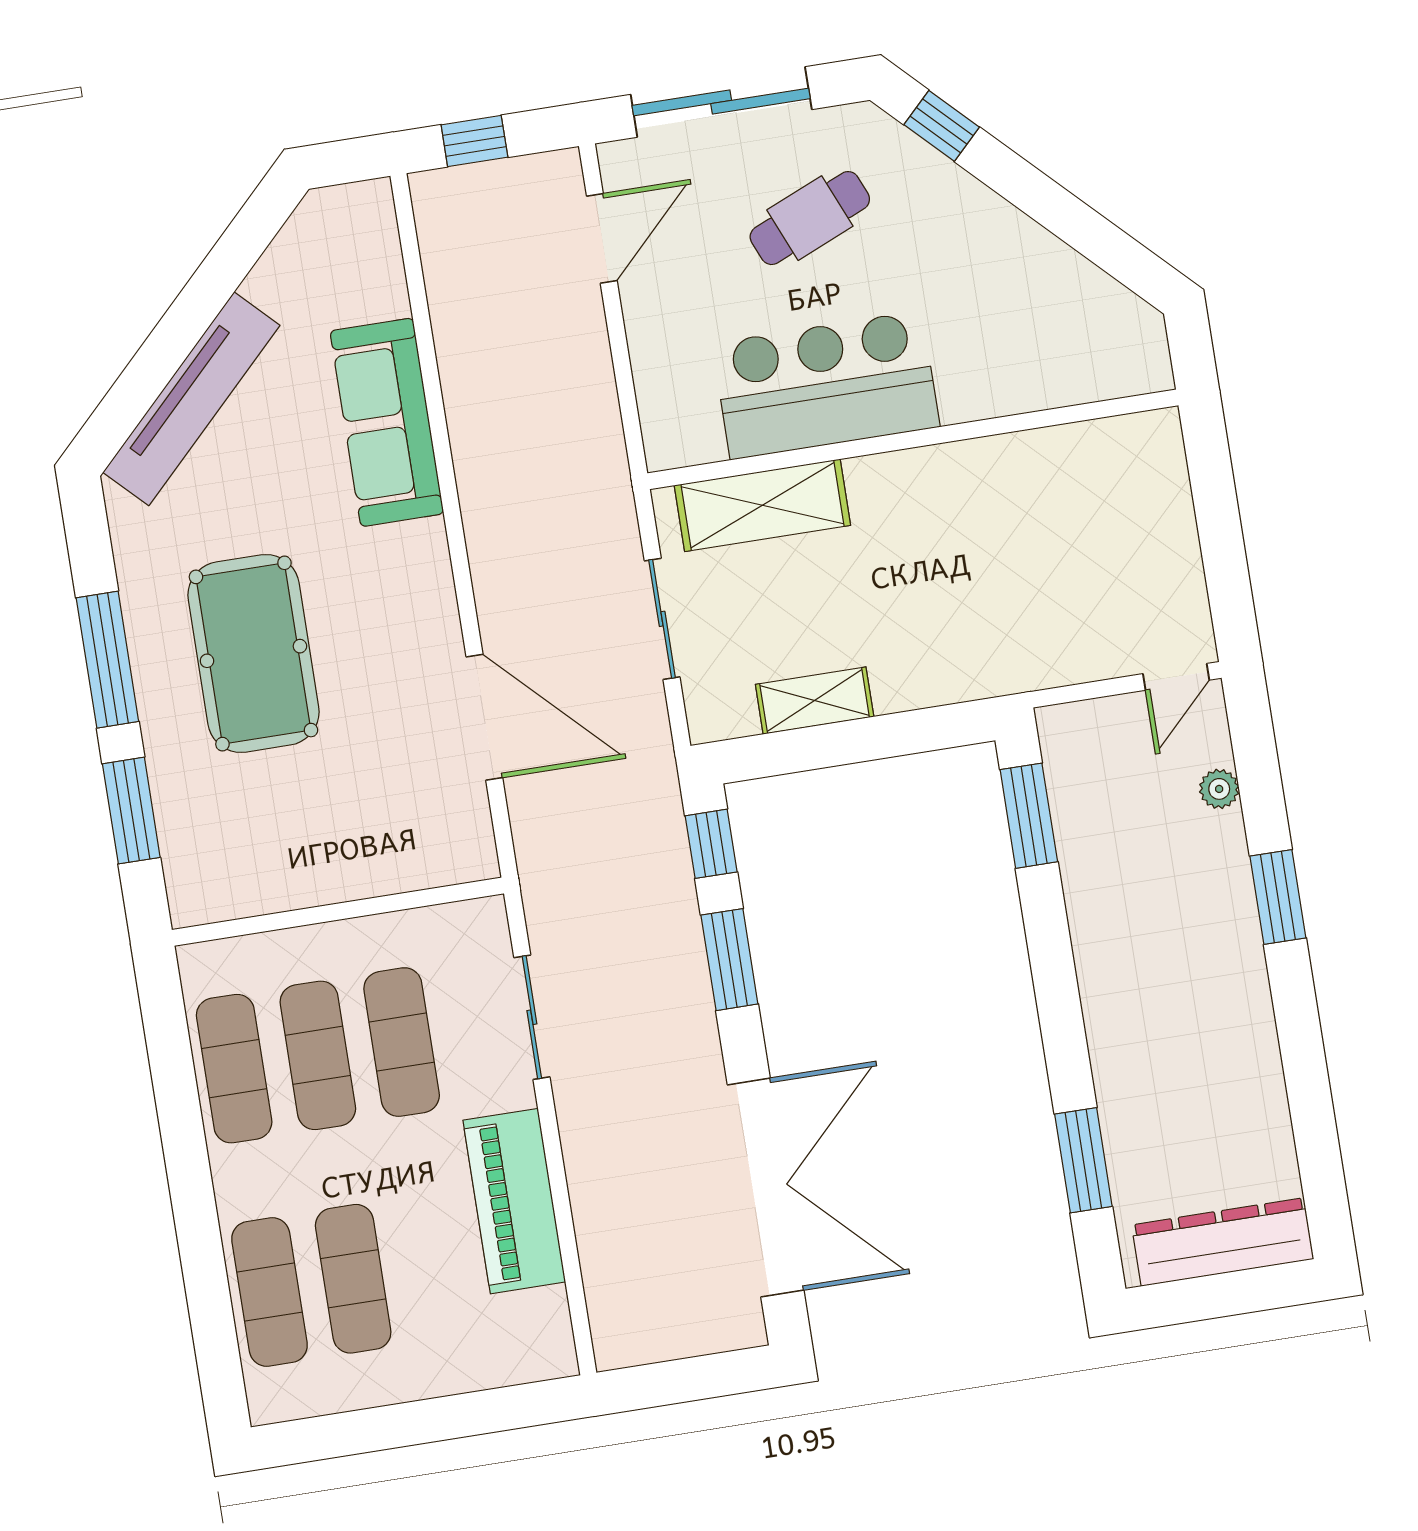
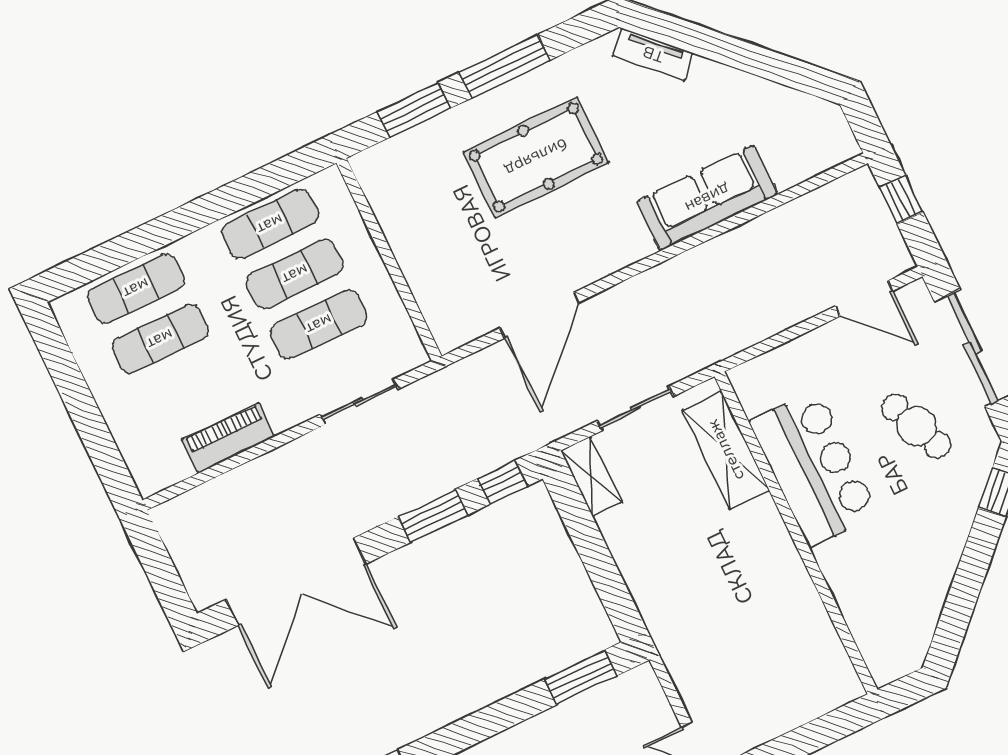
tv unit: (191, 399) -> (653, 54), width x0.52, depth x0.78
shelving: (815, 701) -> (591, 477), moved
piano: (514, 1201) -> (228, 438), width x0.73, depth x0.75

